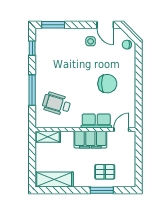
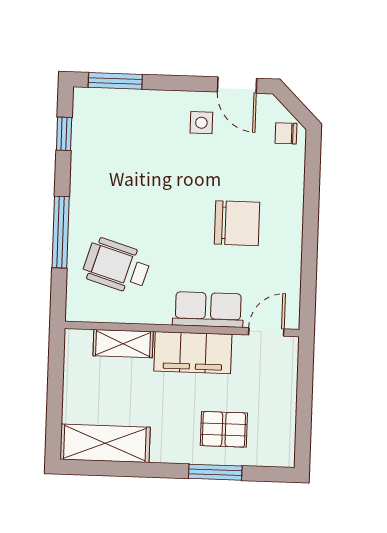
shelving: (48, 137) -> (123, 344), moved

